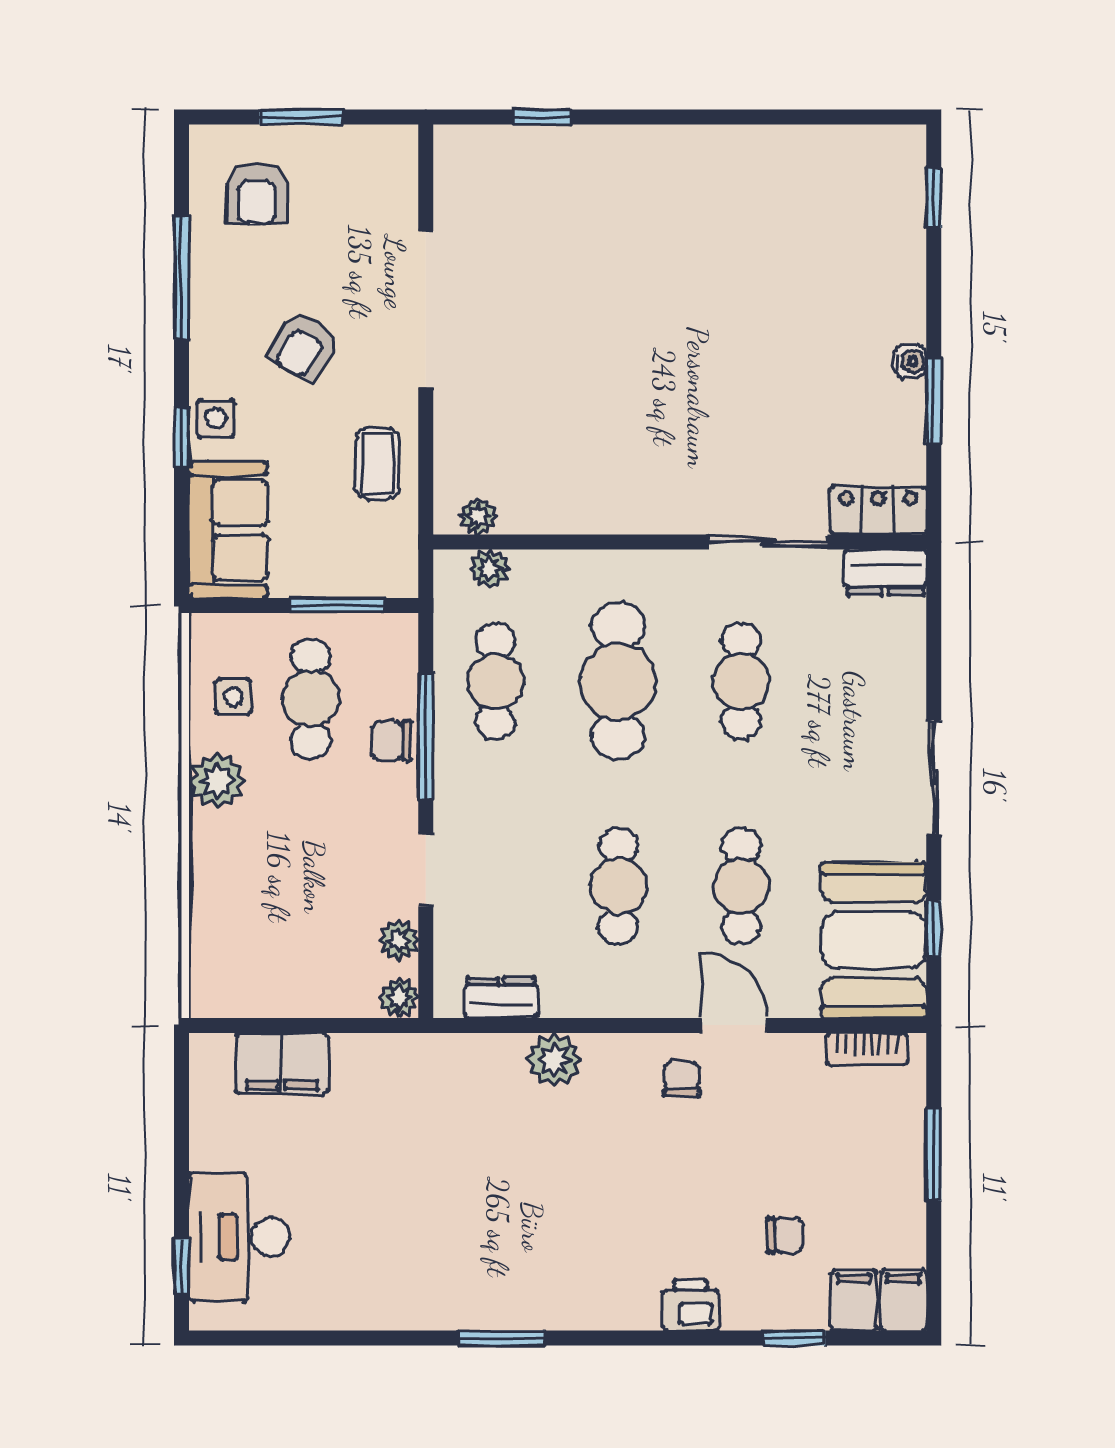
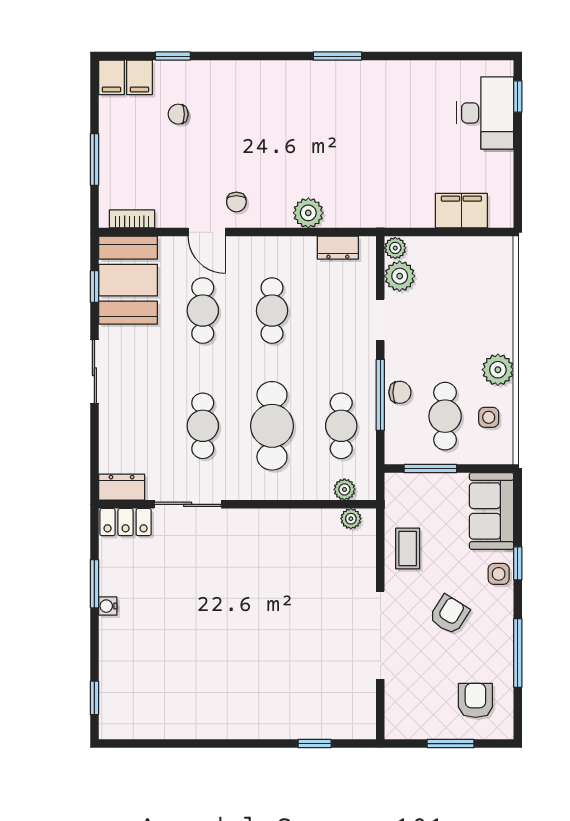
plant: (399, 940) -> (400, 276), width x1.38, depth x1.38
printer: (691, 1305) -> (231, 75), removed

